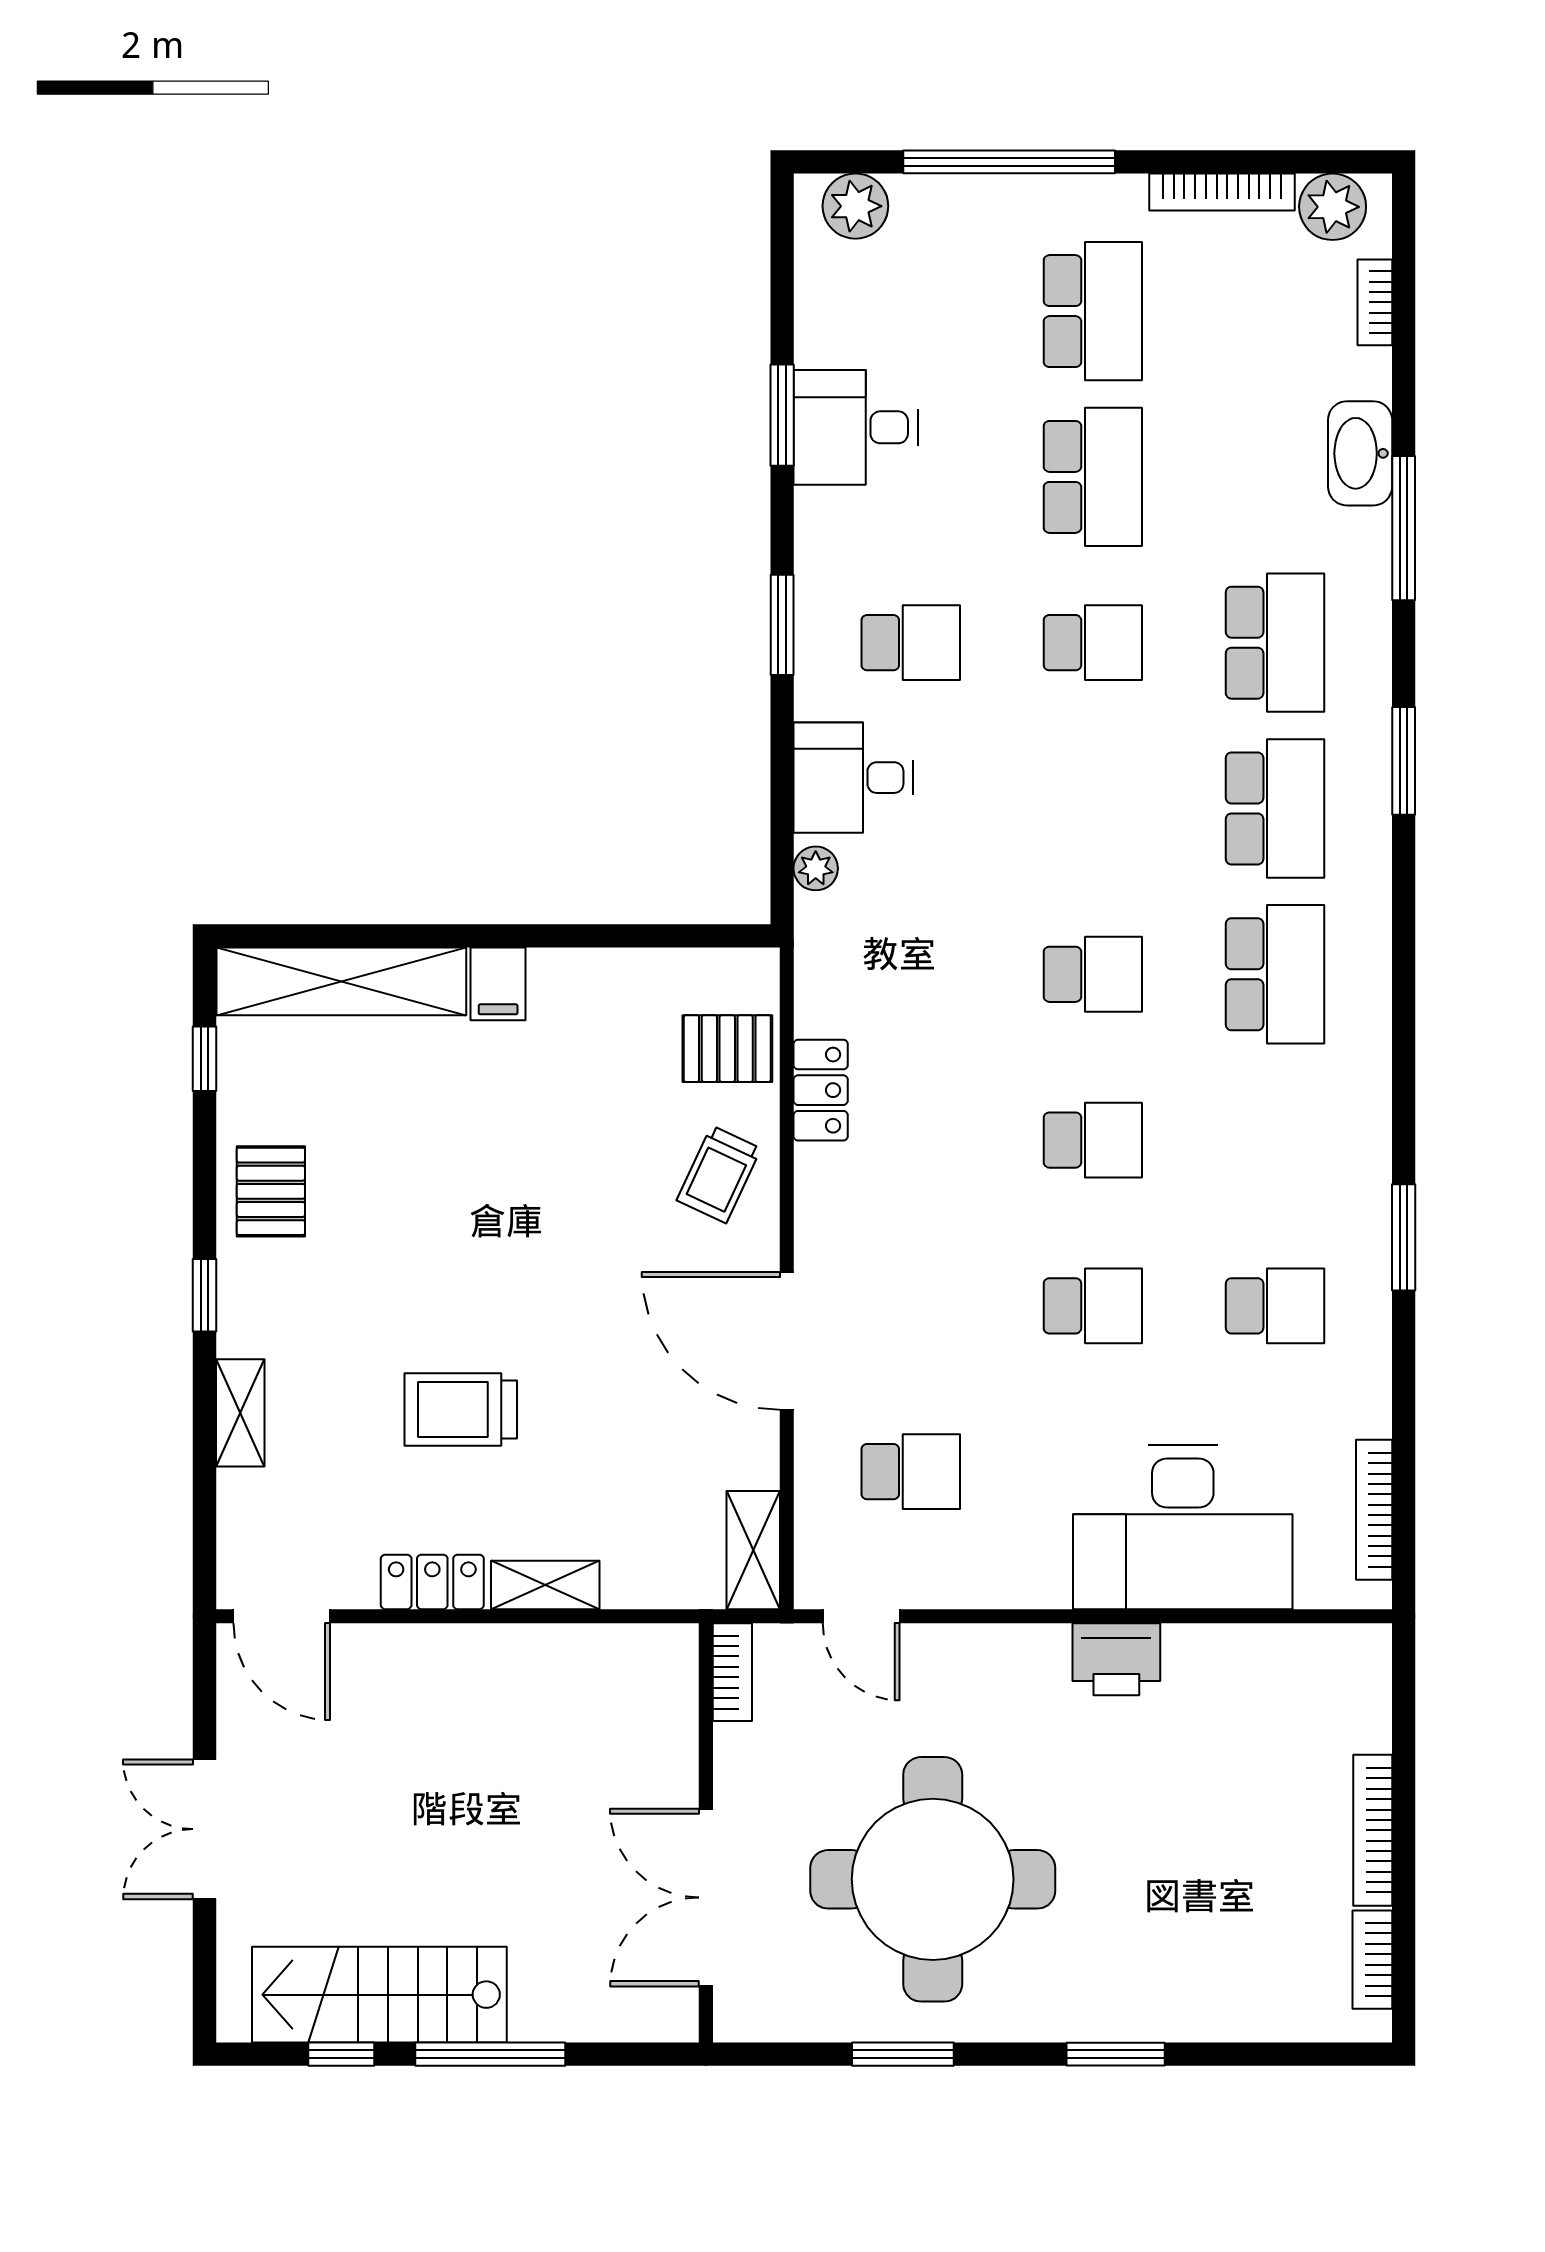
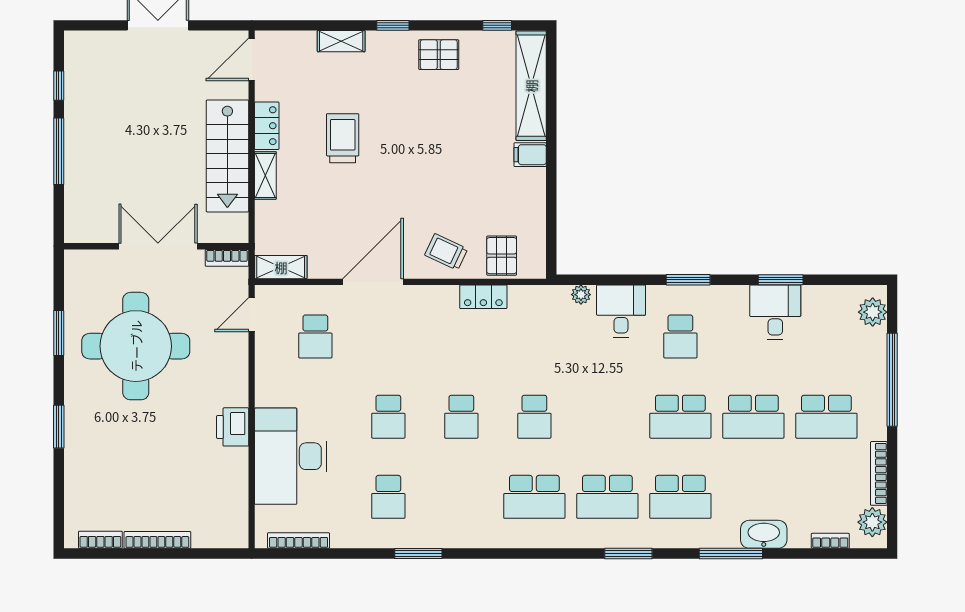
school desk: (1093, 643) -> (680, 417), width x1.85
double door: (706, 1898) -> (158, 246), moved
stairs: (379, 1995) -> (227, 156), moved, turned 180

